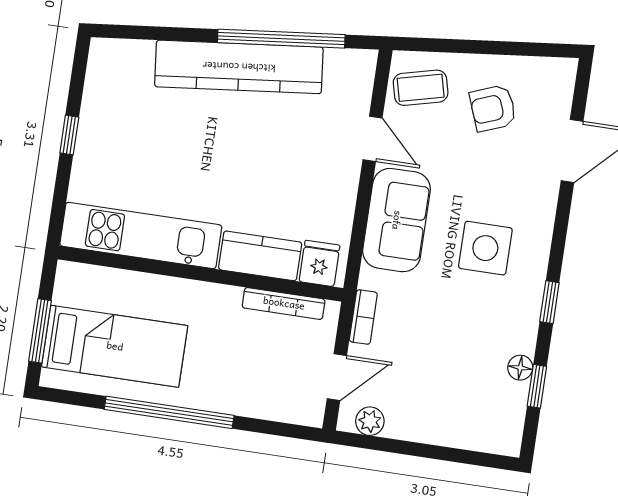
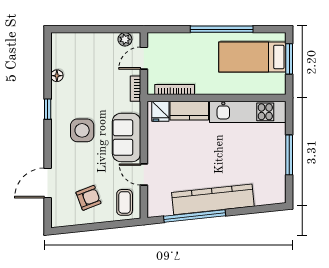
coffee table: (421, 88) -> (125, 202), turned -76
window: (69, 135) -> (289, 155), width x2.17
window: (537, 386) -> (48, 68), removed

